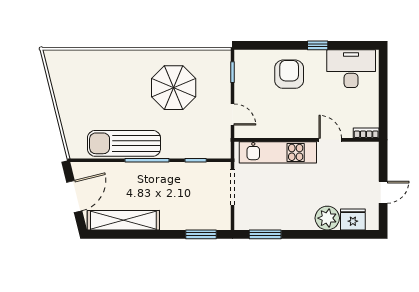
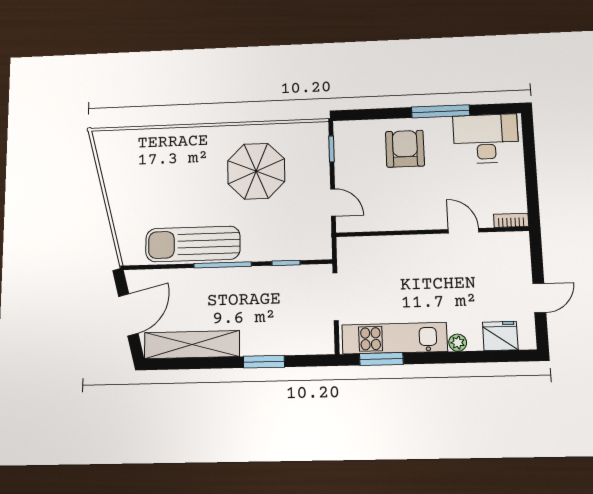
window: (318, 45) -> (441, 111), width x2.17
kitchen unit: (278, 152) -> (394, 338), moved, turned 180
plant: (327, 218) -> (458, 343), width x0.53, depth x0.53
window: (201, 234) -> (264, 362), moved

